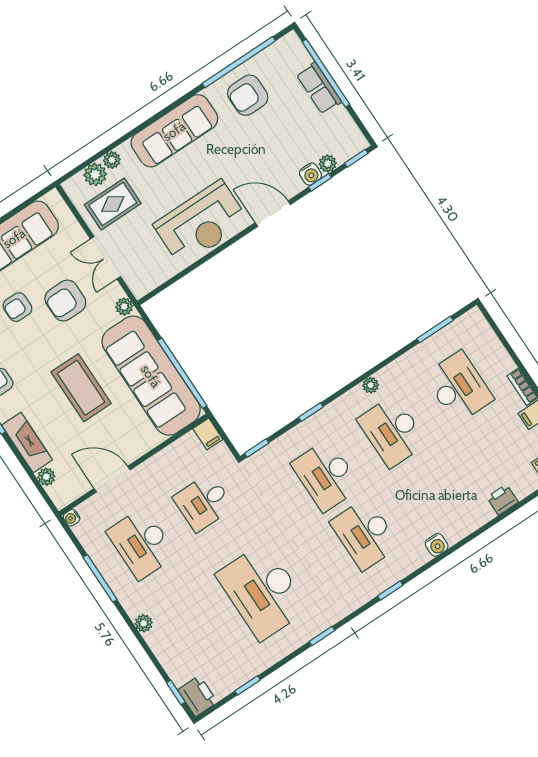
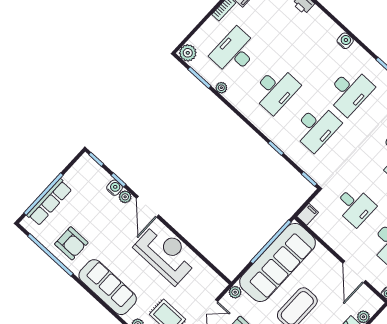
row of seats: (319, 88) -> (49, 202), width x1.48
plant: (328, 164) -> (125, 197), moved
plant: (473, 322) -> (188, 53), added
plant: (371, 385) -> (221, 88), moved

